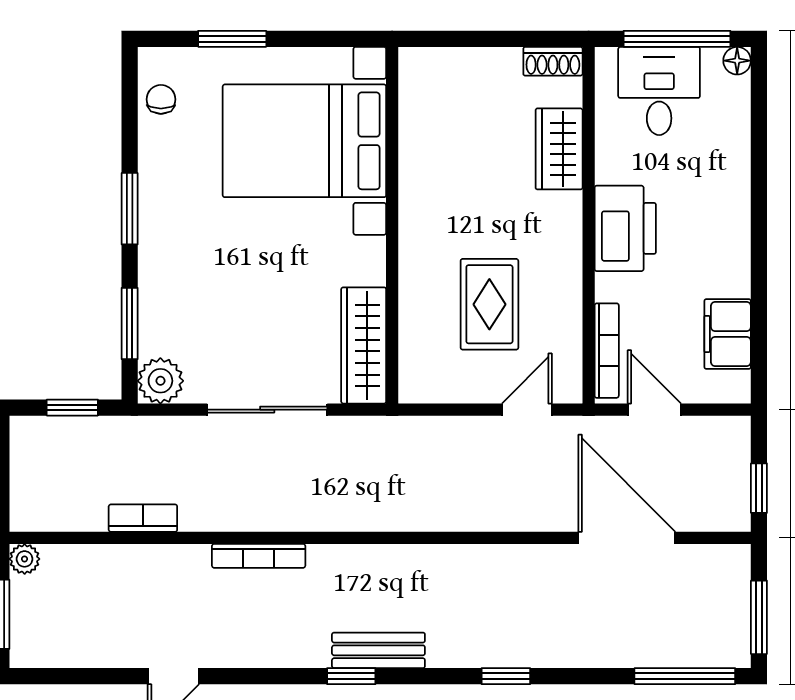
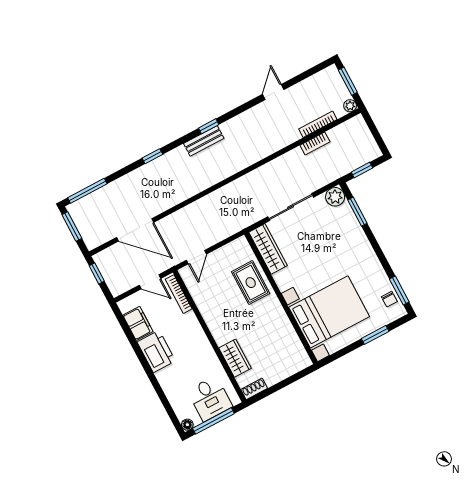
window: (130, 209) -> (399, 291), moved
printer: (625, 228) -> (156, 351), moved, turned 180
rug: (489, 304) -> (251, 283), moved
bookcase: (259, 556) -> (318, 124), moved

